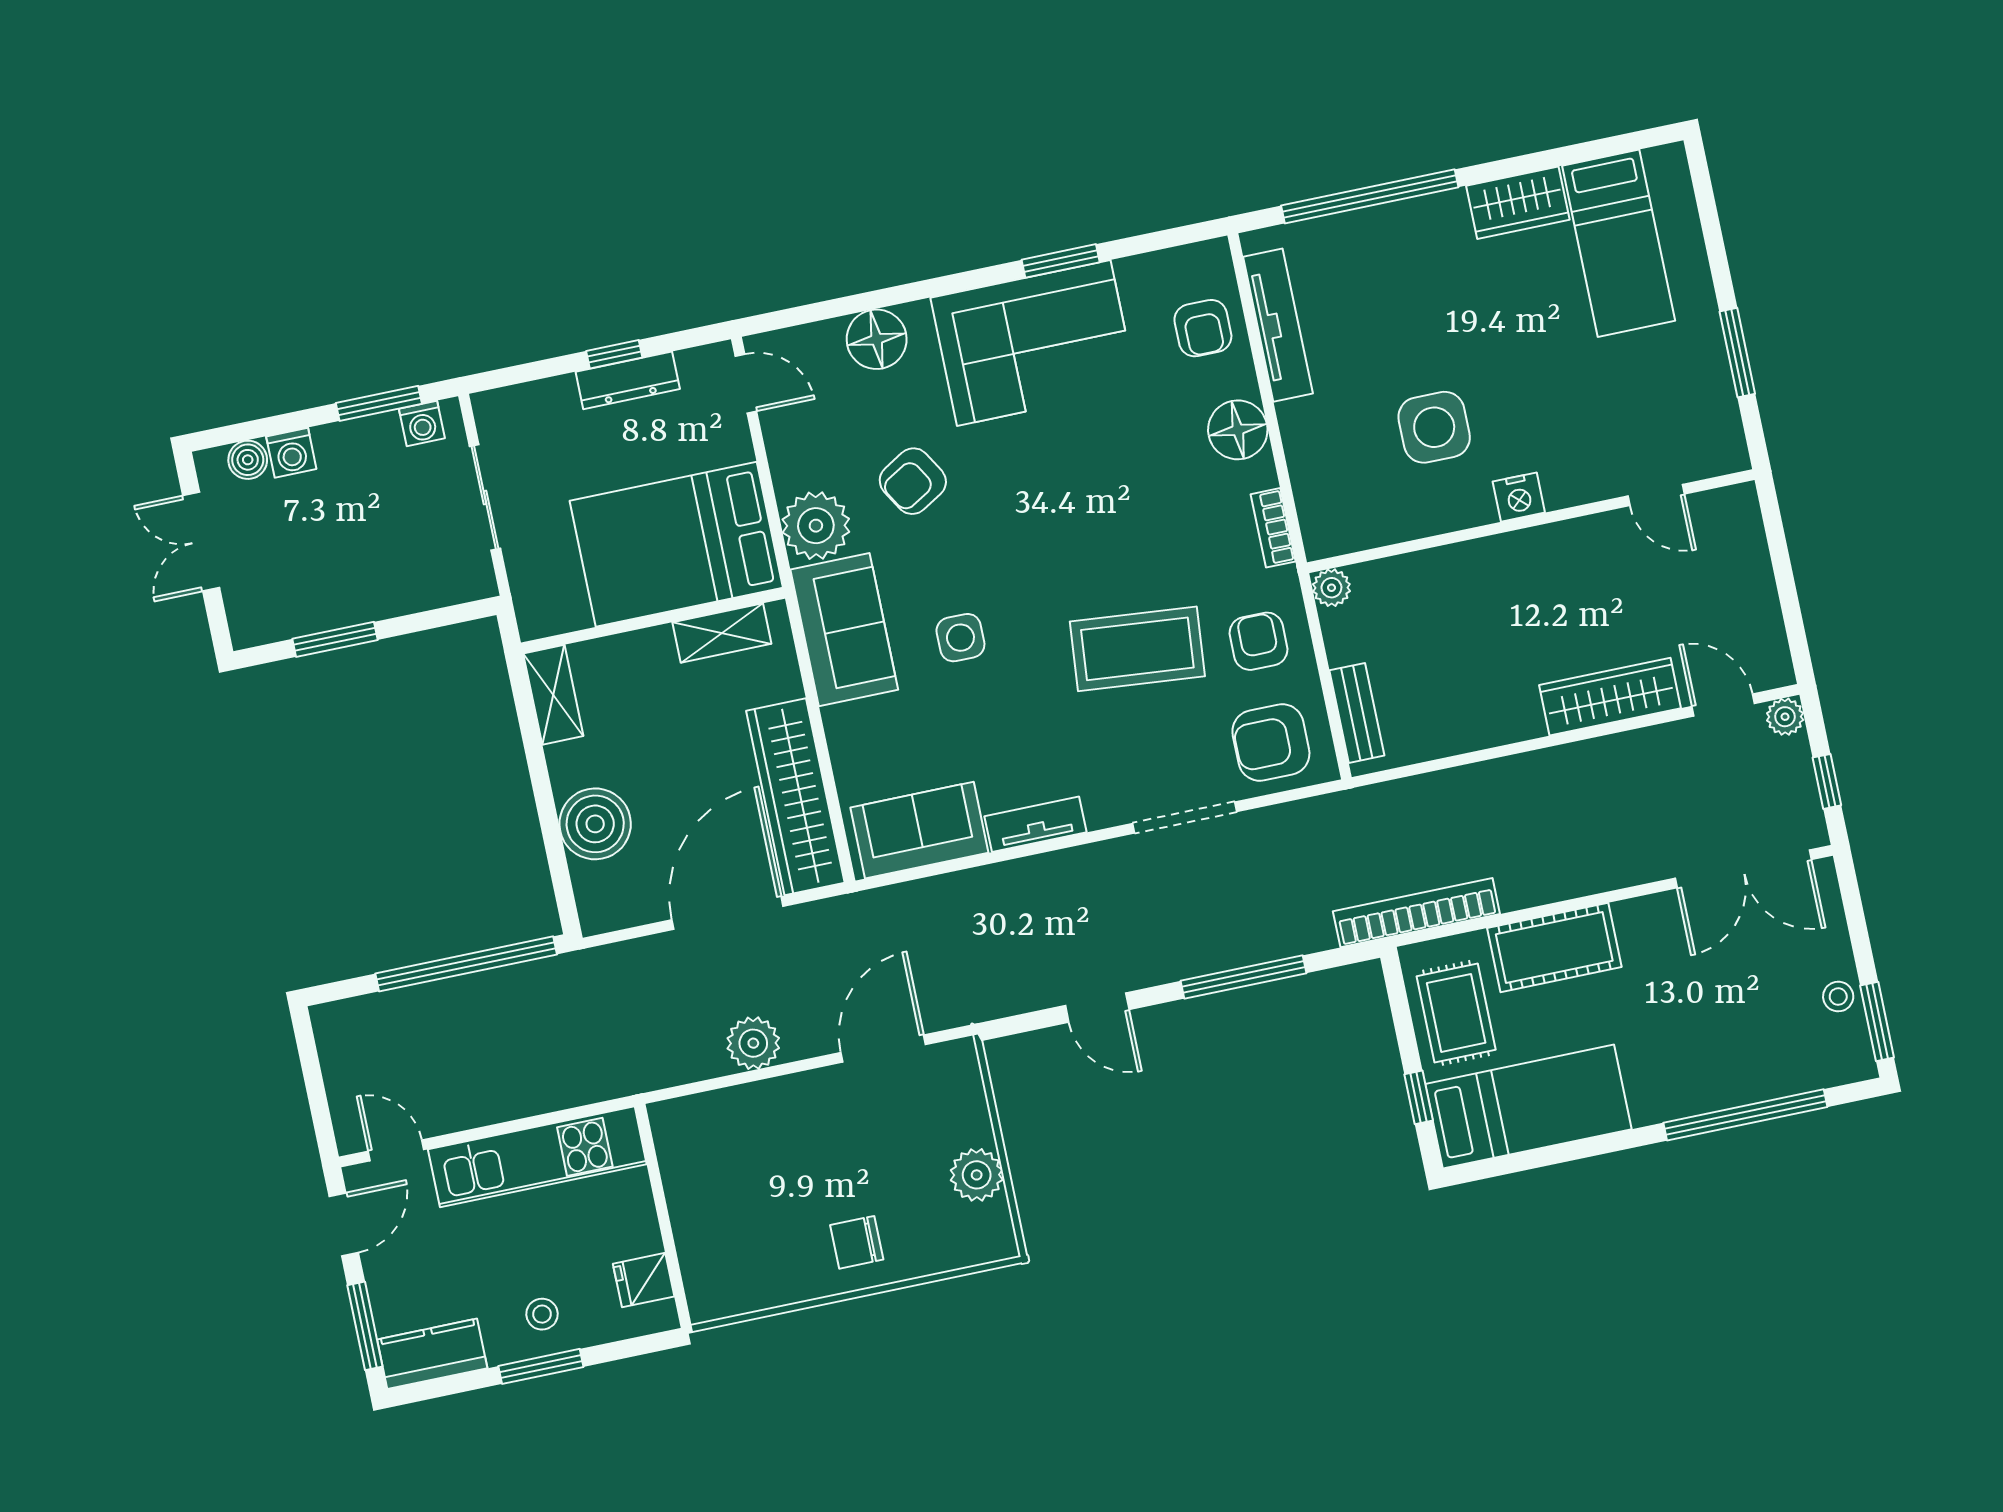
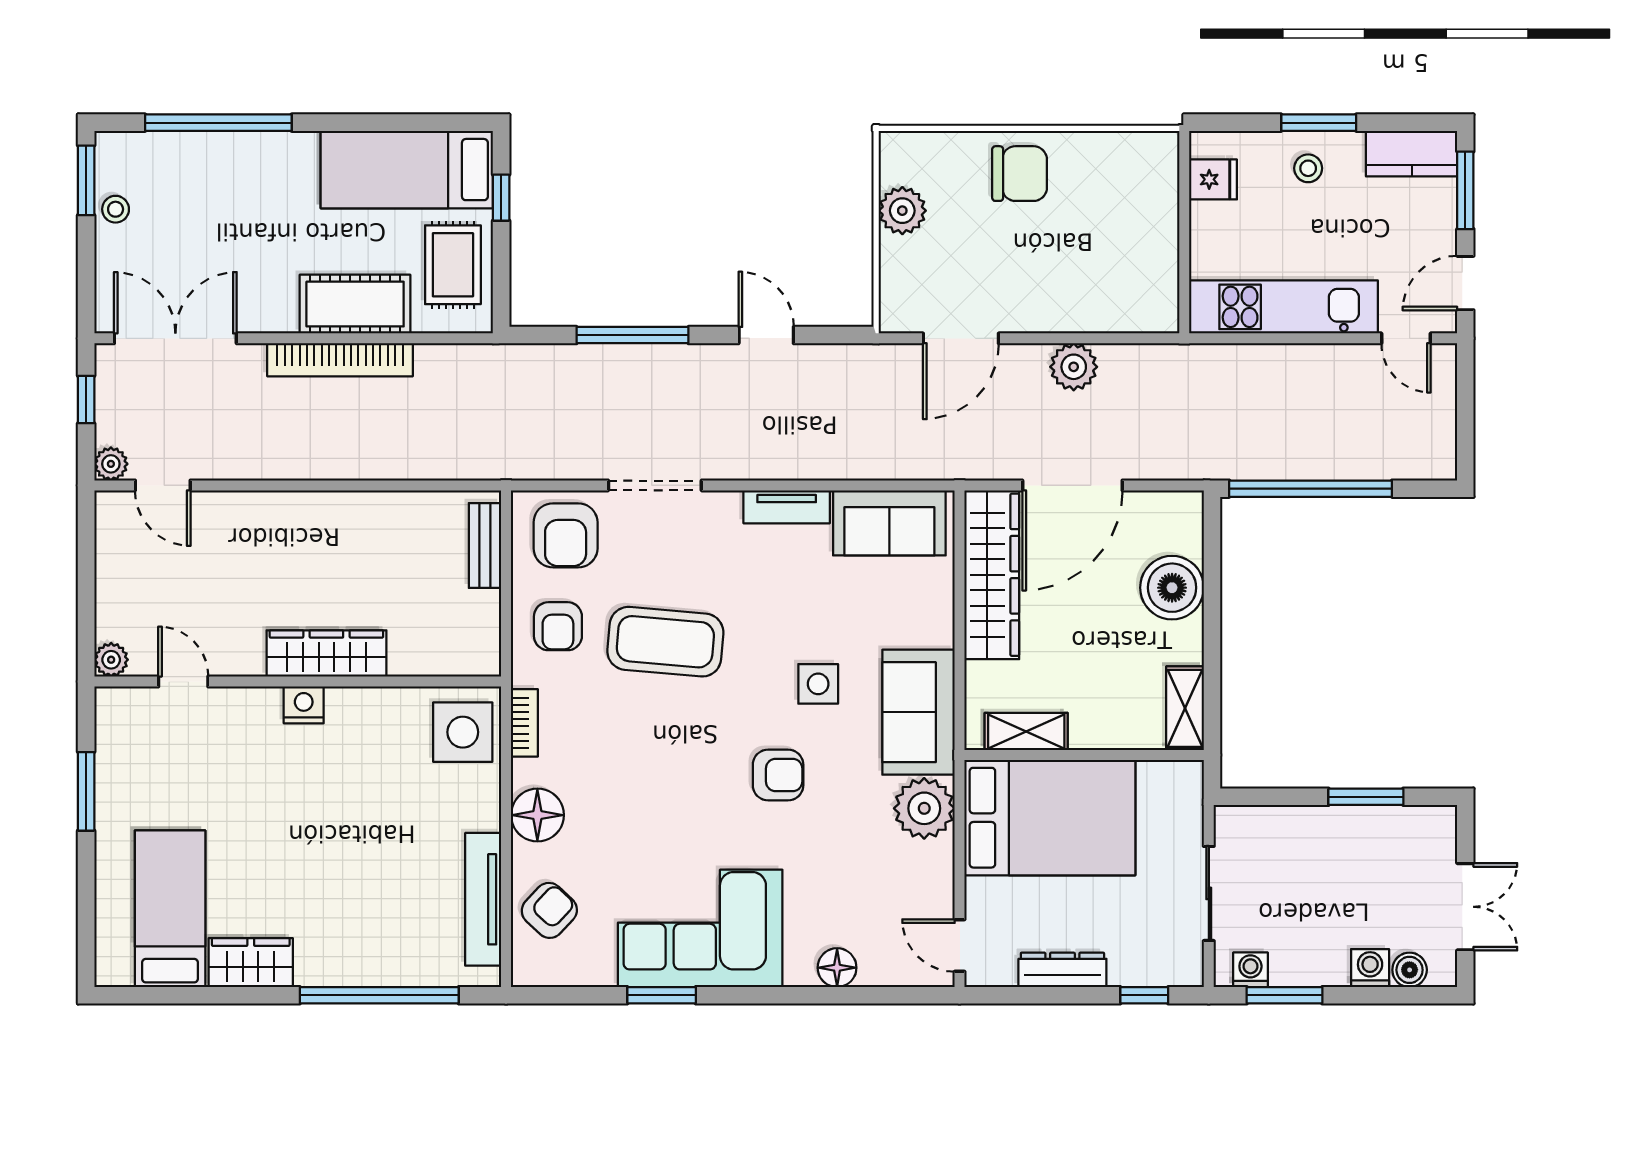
armchair: (1203, 328) -> (549, 910), turned 43
floor lamp: (877, 339) -> (837, 968), width x0.73, depth x0.73
window: (614, 354) -> (1144, 995), moved
side table: (1434, 427) -> (463, 732), moved
armchair: (913, 481) -> (778, 775), moved, turned 31
plant: (1331, 588) -> (111, 660), moved
wardrobe: (1610, 697) -> (326, 653), moved, turned 180
armchair: (1271, 742) -> (566, 535), turned 90
bookcase: (1416, 913) -> (340, 360), moved
chair: (857, 1242) -> (1020, 174), width x1.37, depth x1.37

